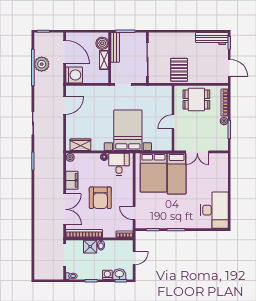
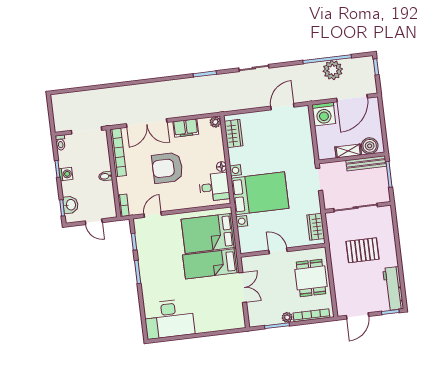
pallet: (179, 70) -> (362, 250), moved
wardrobe: (158, 91) -> (316, 227), added
door: (65, 105) -> (282, 107), swing flipped
double door: (197, 152) -> (243, 287), swing flipped
shower: (90, 247) -> (102, 162), removed
washing machine: (107, 275) -> (66, 174), moved

